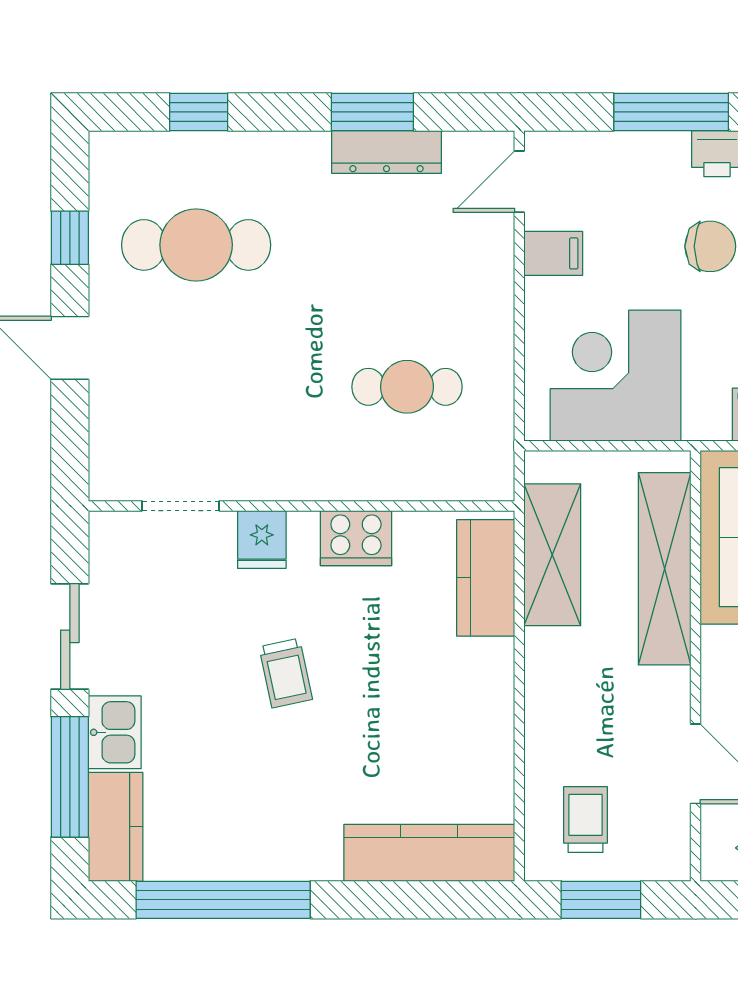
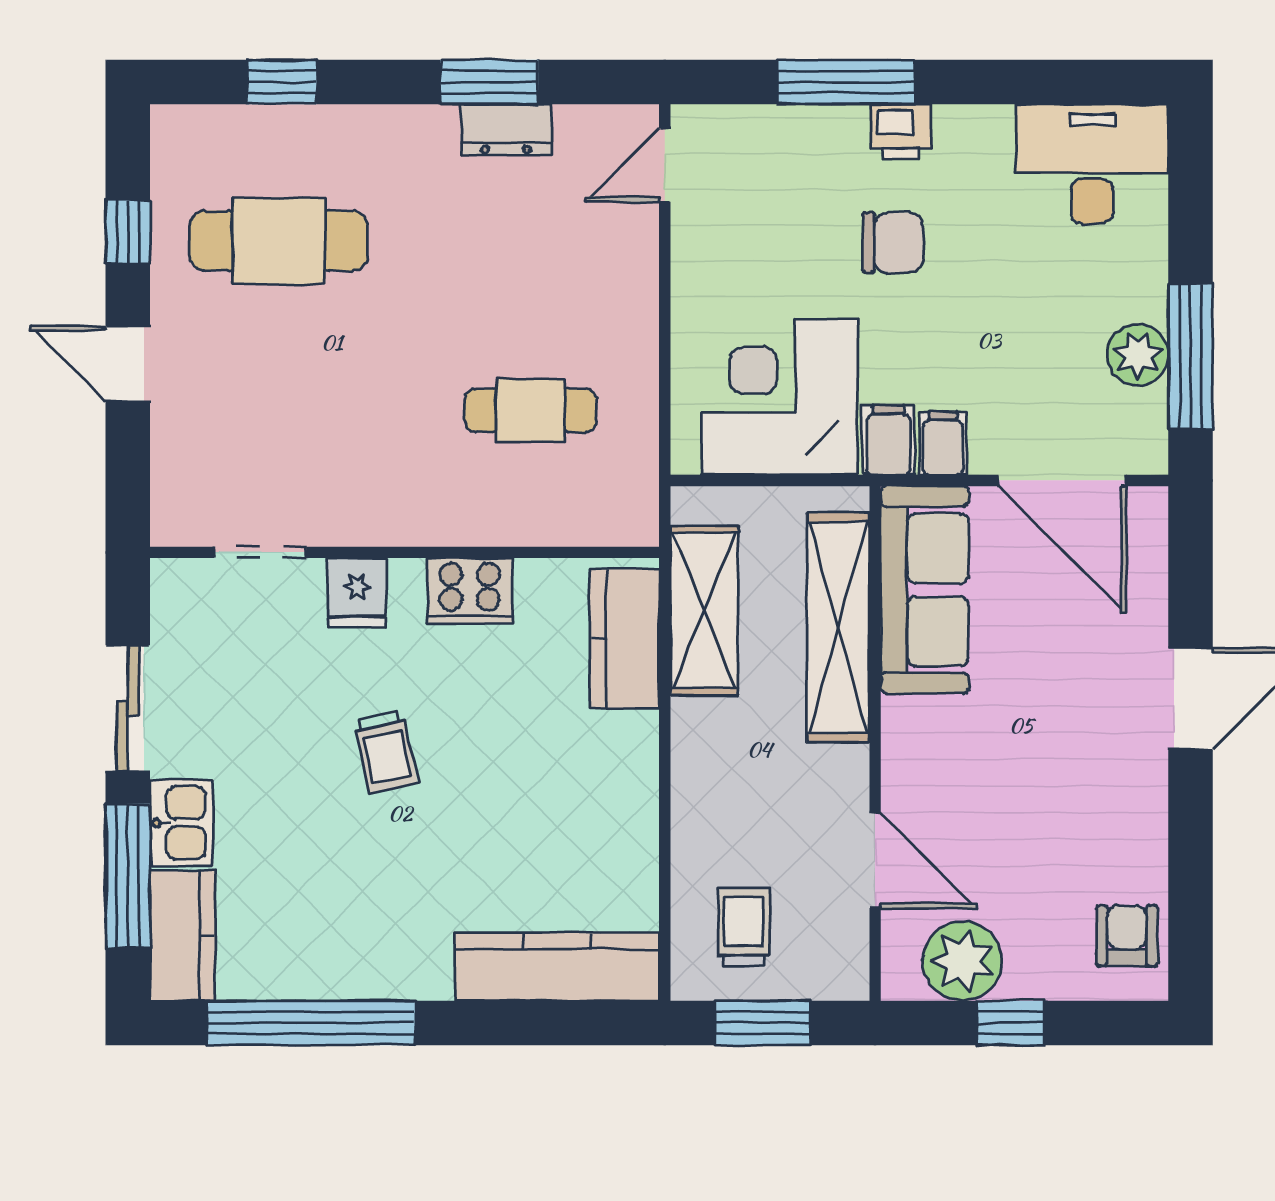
dresser: (387, 152) -> (506, 130), width x0.70
filing cabinet: (553, 253) -> (888, 440), moved, turned -90

